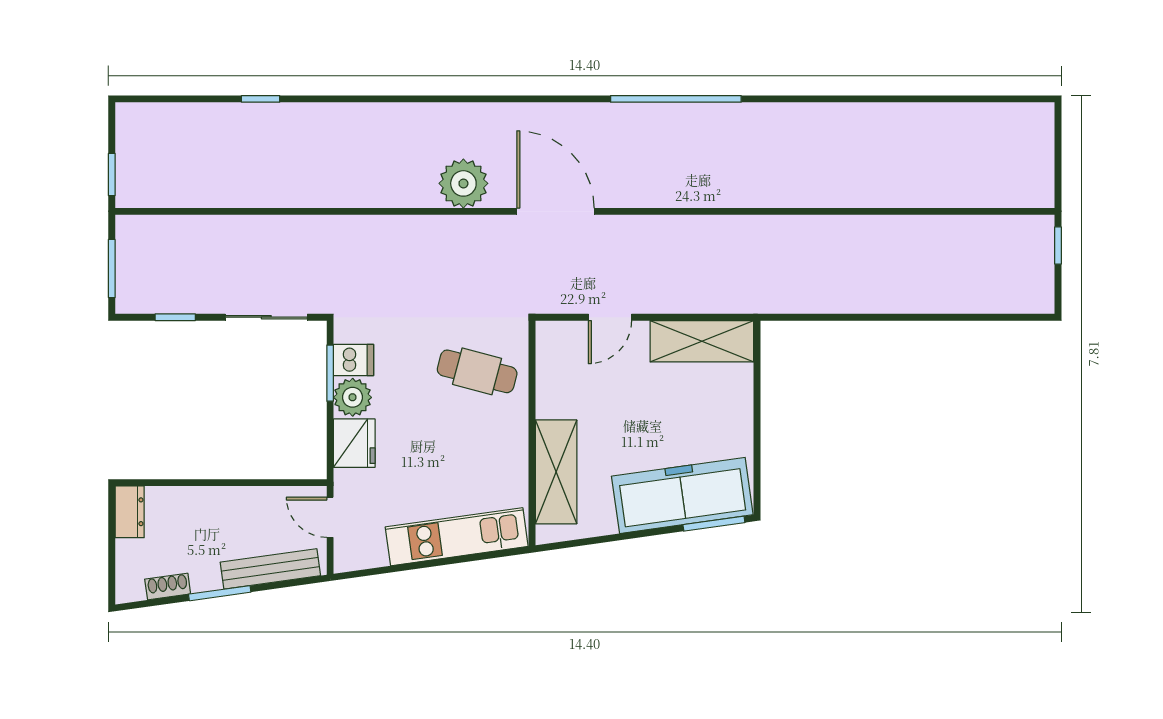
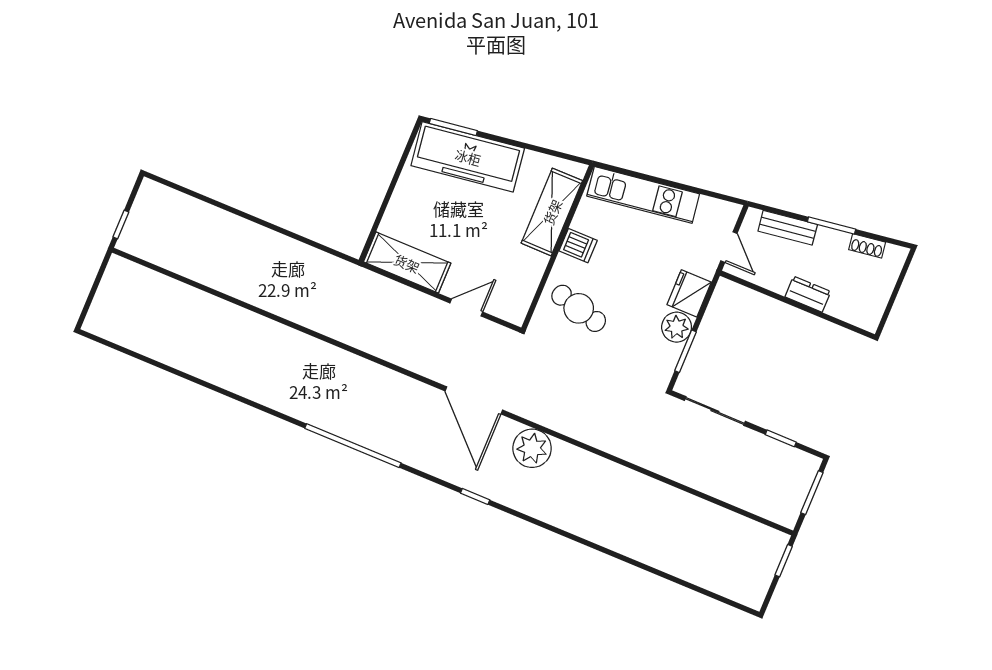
window: (261, 99) -> (475, 496), moved
dishwasher: (353, 360) -> (578, 246), moved, turned 180
dresser: (130, 512) -> (808, 294), moved, turned 90
bench: (270, 569) -> (788, 228), width x0.73

